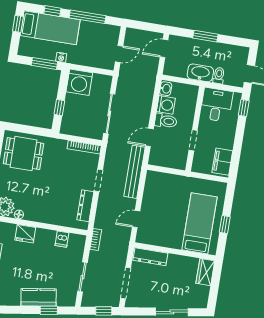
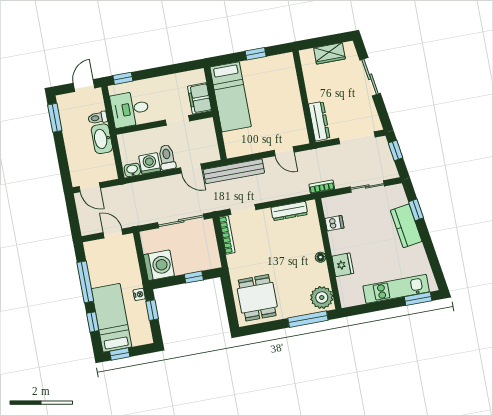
window: (205, 36) -> (55, 118), moved
window: (44, 63) -> (152, 310), width x0.67
filing cabinet: (222, 162) -> (200, 98), moved, turned 90
doorway: (98, 180) -> (243, 209), moved
floor lamp: (19, 214) -> (320, 257), moved
bed: (199, 223) -> (231, 97), moved, turned -90
wardrobe: (205, 272) -> (329, 53), moved

